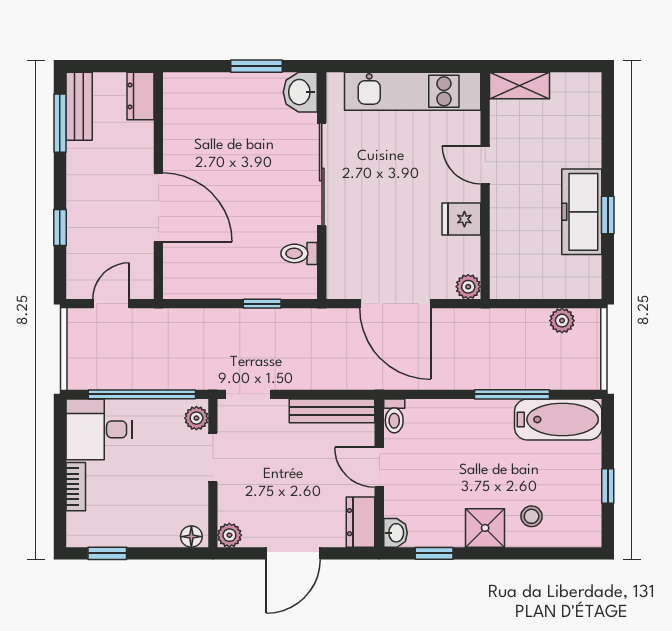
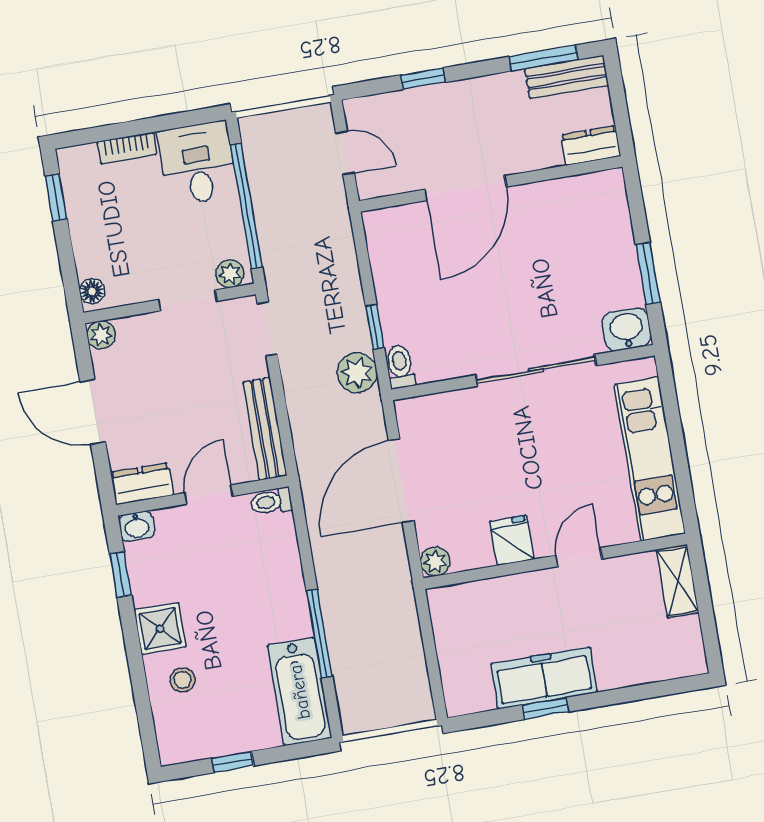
toilet: (299, 253) -> (400, 367), moved
plant: (562, 321) -> (357, 373), moved, width x1.38, depth x1.38

